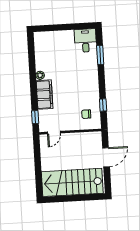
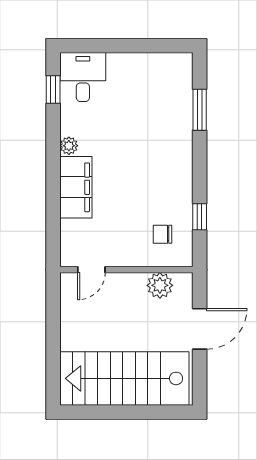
desk: (85, 41) -> (83, 77), moved
window: (35, 117) -> (53, 90), moved
plant: (86, 138) -> (160, 285), added

